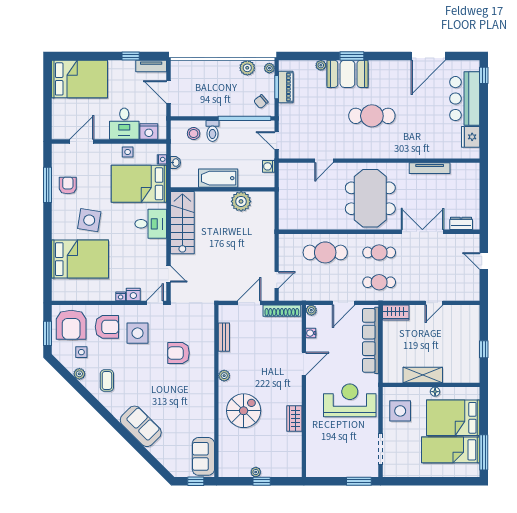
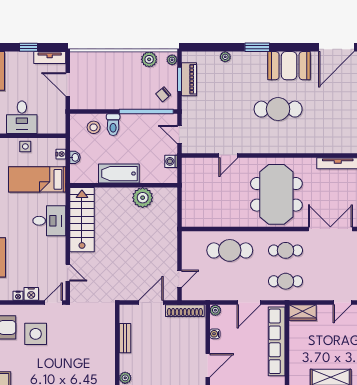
booth: (347, 74) -> (289, 66), moved
nightstand: (149, 132) -> (47, 125), removed
bed: (139, 184) -> (37, 179), width x0.67
armchair: (178, 353) -> (78, 354), removed

